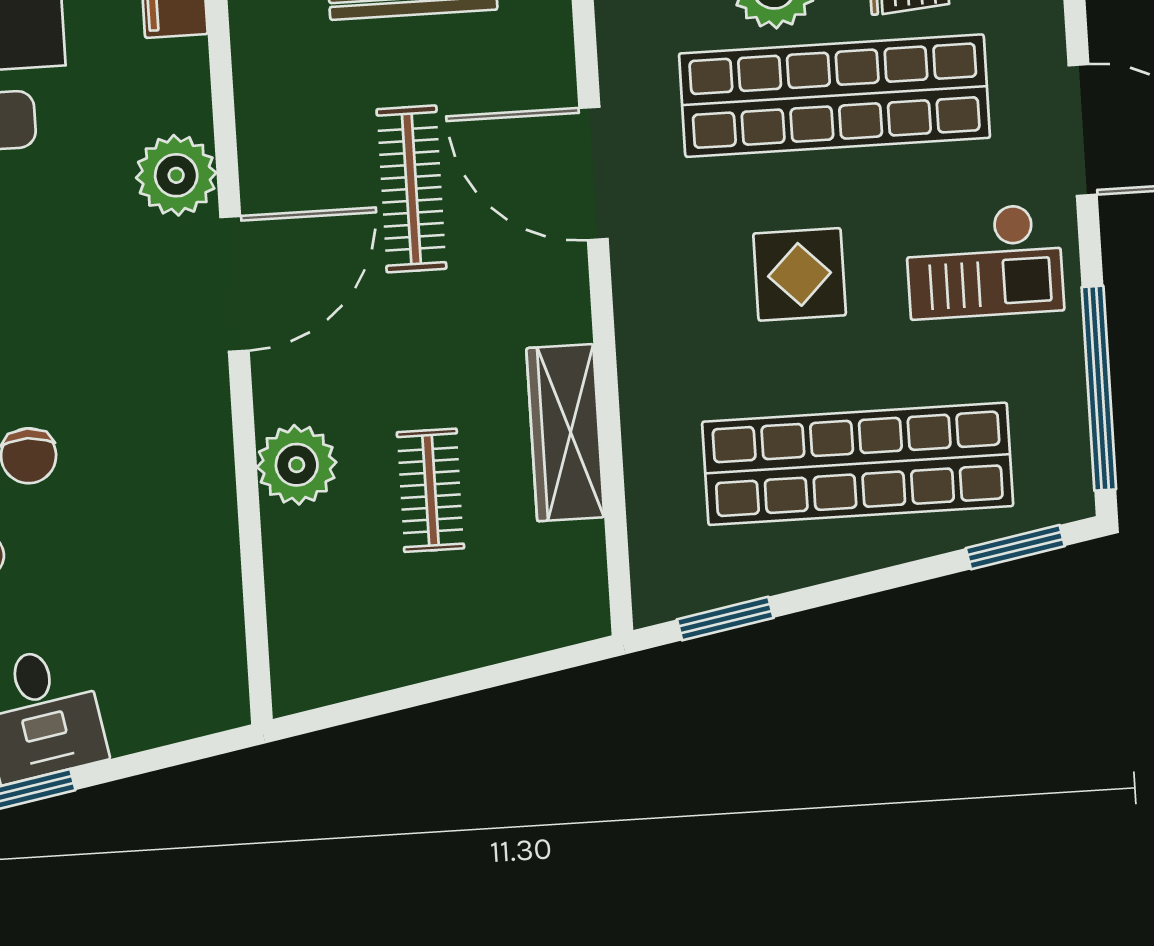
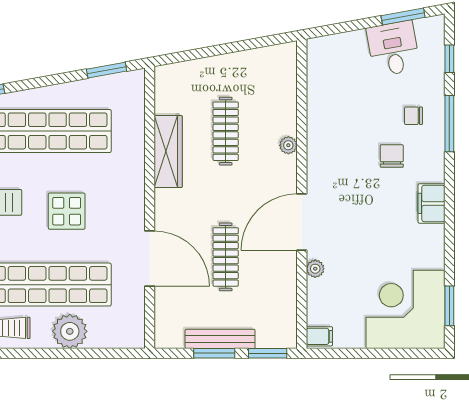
plant: (176, 175) -> (315, 269), width x0.53, depth x0.53
plant: (297, 465) -> (288, 145), width x0.53, depth x0.53
clothes rail: (430, 490) -> (226, 131), width x1.36

